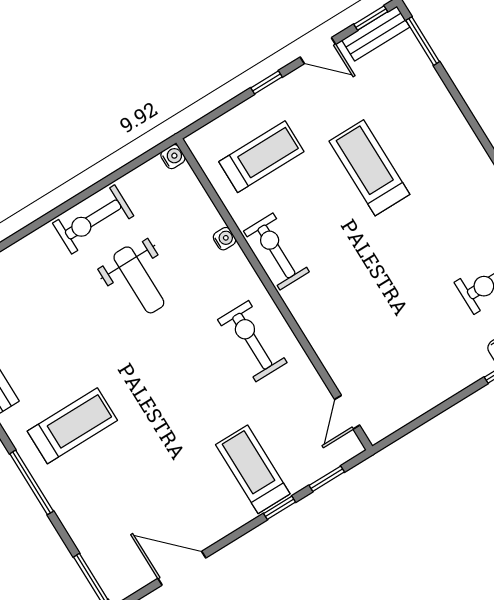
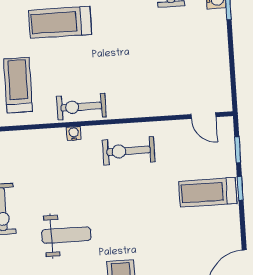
water cooler: (224, 239) -> (74, 133), moved
weight bench: (139, 280) -> (66, 235), moved

